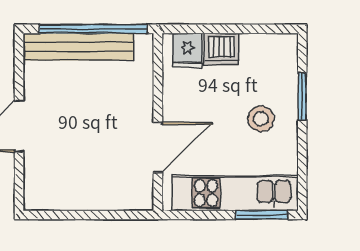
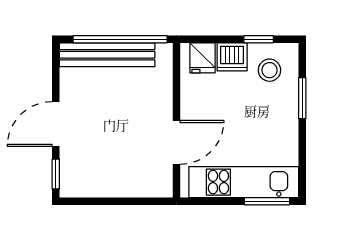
window: (252, 29) -> (259, 39), added
stool: (261, 119) -> (269, 70), moved
window: (19, 184) -> (56, 174), added

